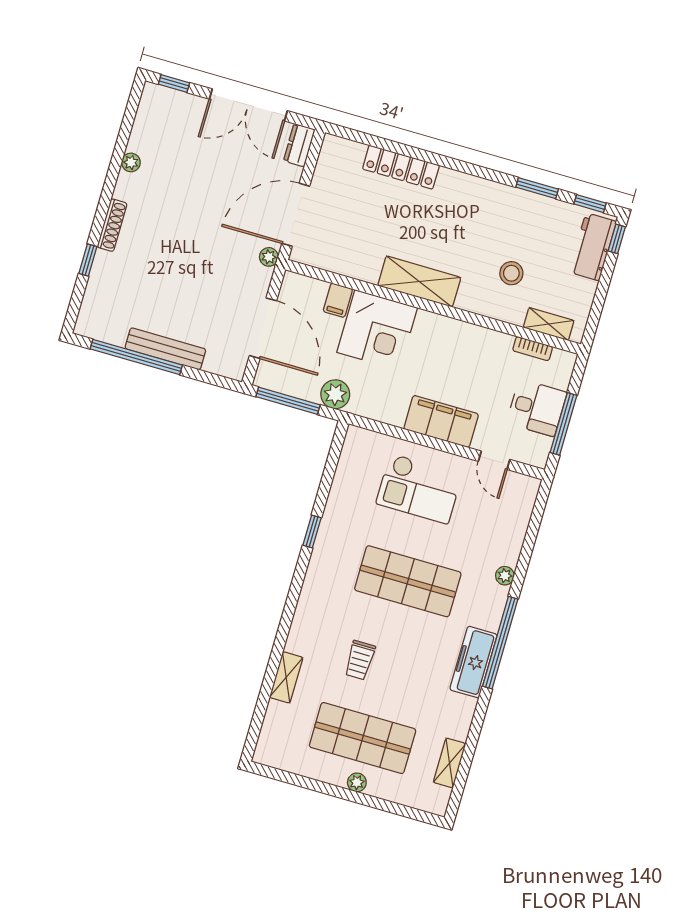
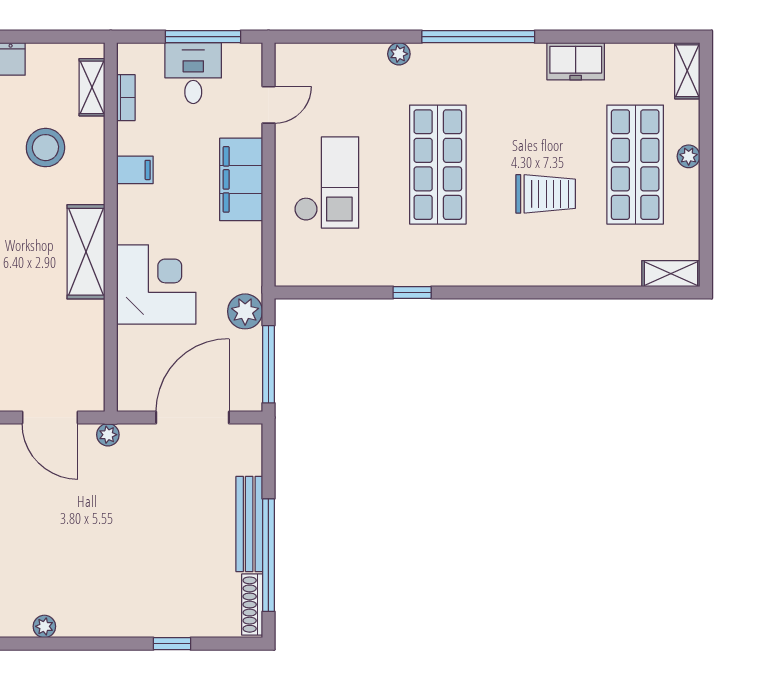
door: (296, 215) -> (50, 418), width x0.73
shoe rack: (112, 225) -> (252, 605), moved, turned -90
stool: (511, 273) -> (45, 148), width x1.38, depth x1.38
filing cabinet: (338, 300) -> (135, 170), moved
trolley: (360, 660) -> (546, 194), width x1.36, depth x1.39
freezer: (473, 662) -> (576, 61), moved, width x0.71
shelving: (286, 677) -> (671, 274), moved
shelving: (450, 763) -> (687, 71), moved, turned 90

